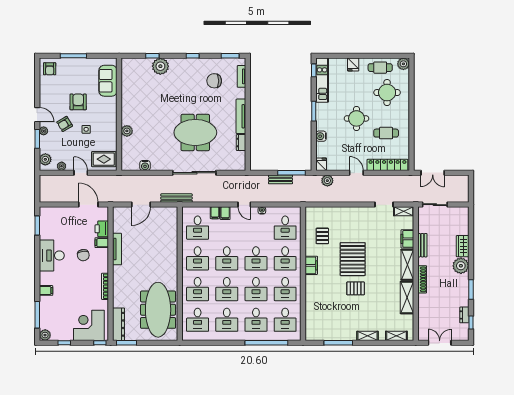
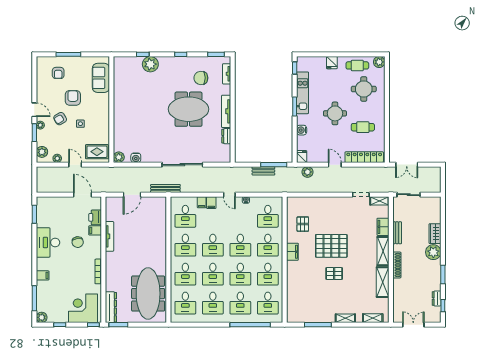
armchair: (50, 69) -> (58, 73), moved
kitchen unit: (322, 80) -> (303, 93), moved
plant: (127, 131) -> (119, 157), moved
meeting table: (195, 132) -> (189, 109), moved
pallet: (353, 259) -> (331, 246), turned 90

